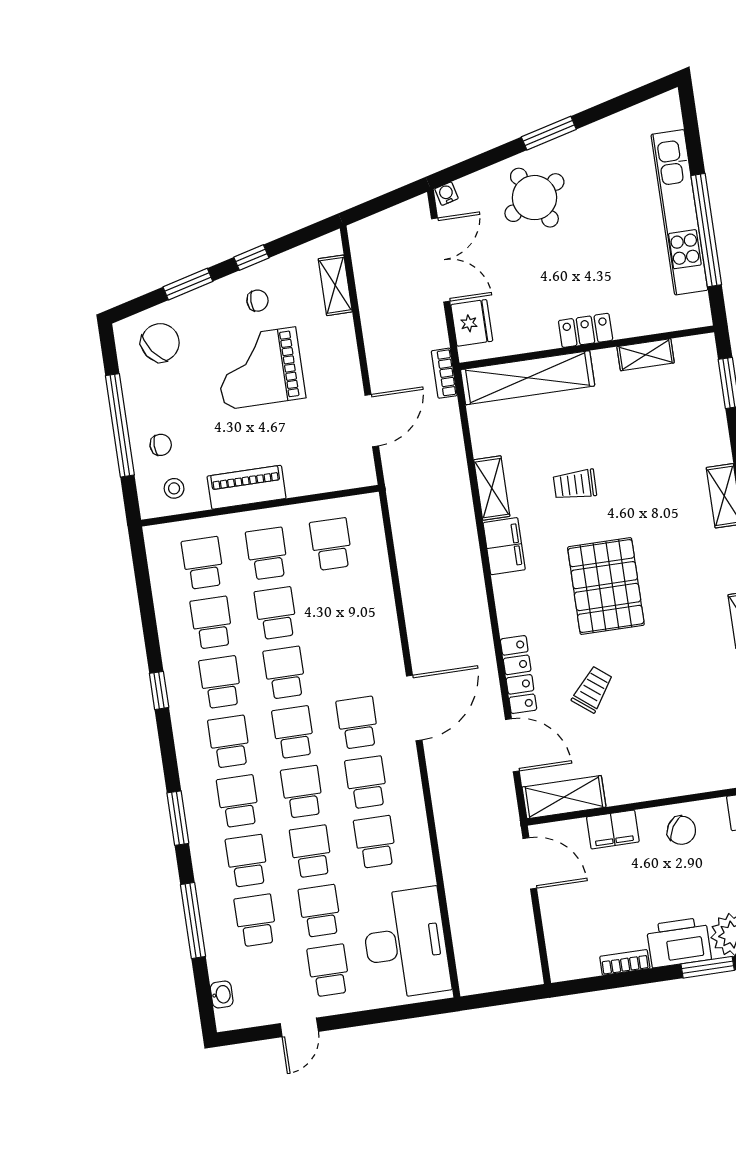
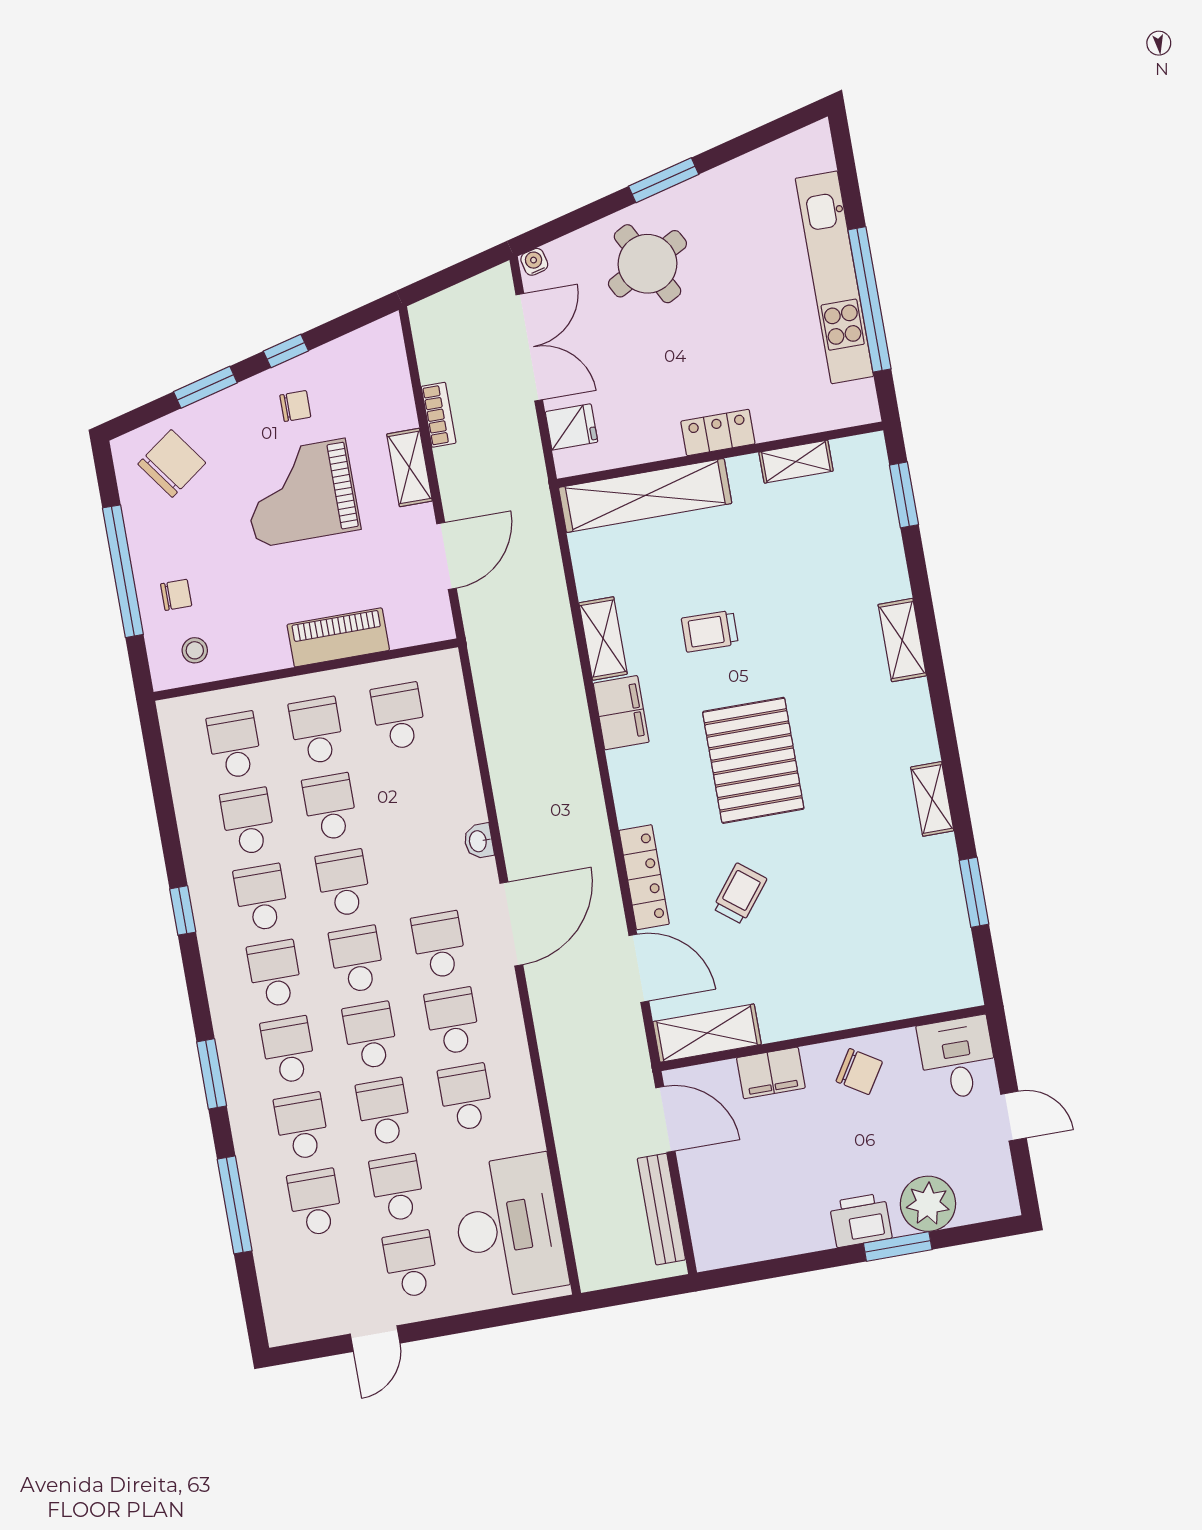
shelving: (335, 285) -> (409, 467), moved
fridge: (472, 323) -> (571, 427), width x0.72
bookcase: (444, 373) -> (439, 415), moved, turned 180
piano: (247, 487) -> (338, 637), moved
bench: (525, 933) -> (661, 1209), added
printer: (679, 942) -> (861, 1220), width x0.73, depth x0.84
bookcase: (625, 962) -> (791, 1243), removed
washbasin: (222, 995) -> (479, 841), moved, turned 180

